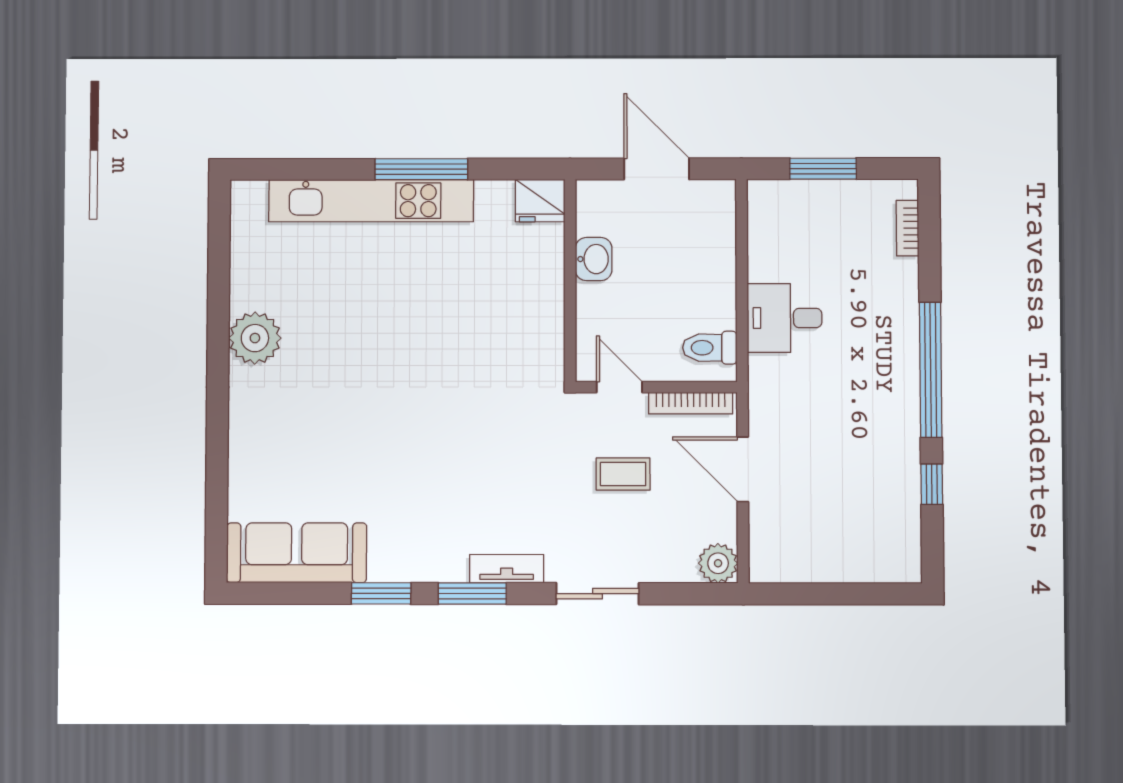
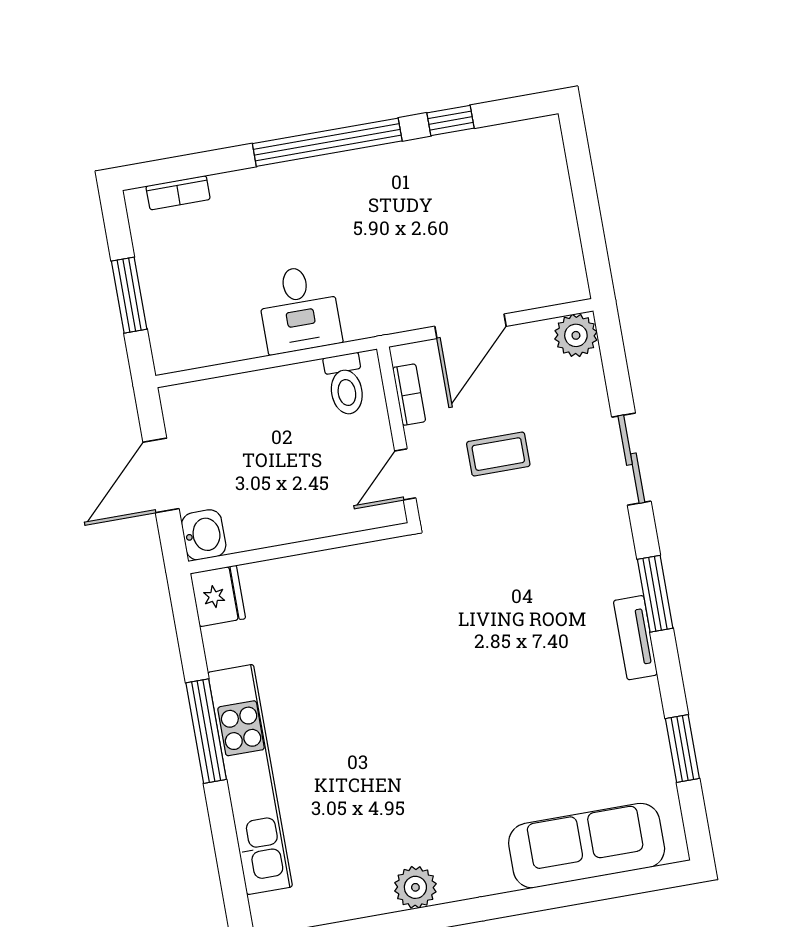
washbasin: (594, 259) -> (204, 535), moved, turned 90
plant: (255, 338) -> (415, 887), width x0.73, depth x0.73
bookcase: (691, 403) -> (409, 395), width x0.64
coffee table: (623, 474) -> (498, 454), turned 90
sofa: (297, 553) -> (587, 846), moved, turned 90
tv unit: (507, 569) -> (635, 638), moved
window: (381, 593) -> (682, 749), moved

